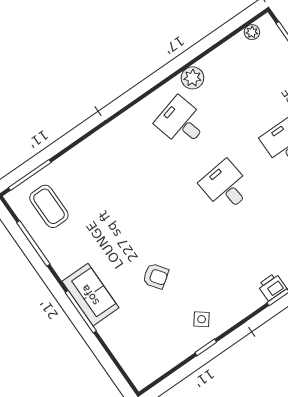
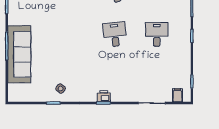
armchair: (156, 276) -> (53, 54), removed
sofa: (90, 295) -> (19, 54), width x1.85, depth x1.27

